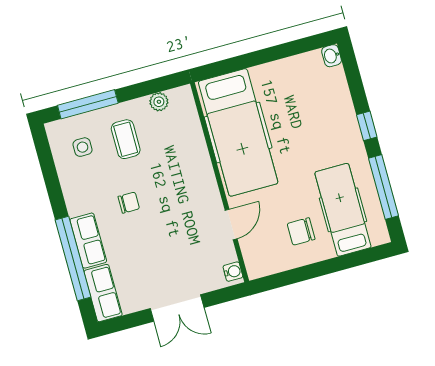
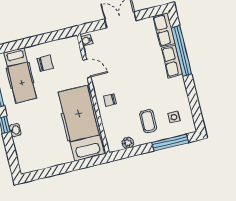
washbasin: (332, 56) -> (15, 130), moved
chair: (129, 203) -> (110, 100), moved
door: (231, 224) -> (87, 69), swing flipped

